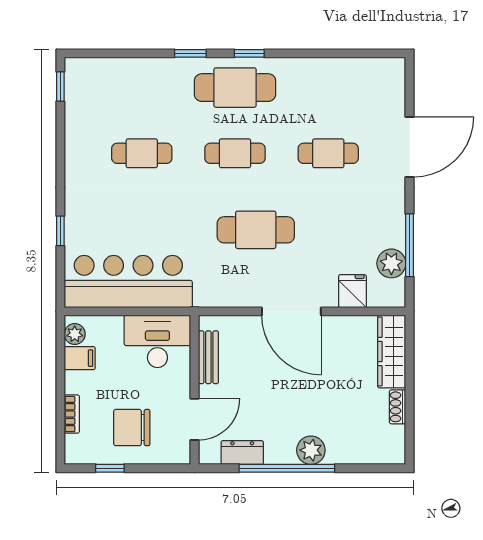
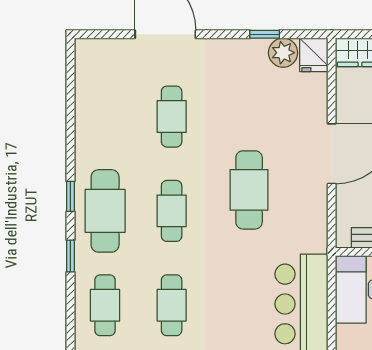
cafe table: (142, 88) -> (105, 305), added
window: (410, 245) -> (265, 34), width x0.46
fridge: (352, 291) -> (314, 55), moved, turned -90

